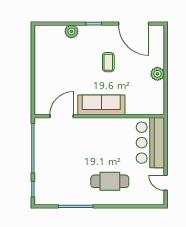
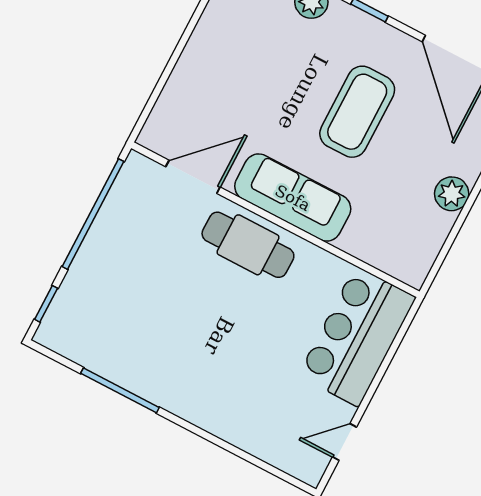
coffee table: (108, 62) -> (357, 112), width x1.86, depth x1.72
cafe table: (110, 181) -> (248, 245), moved
door: (166, 183) -> (345, 442), hinge flipped

